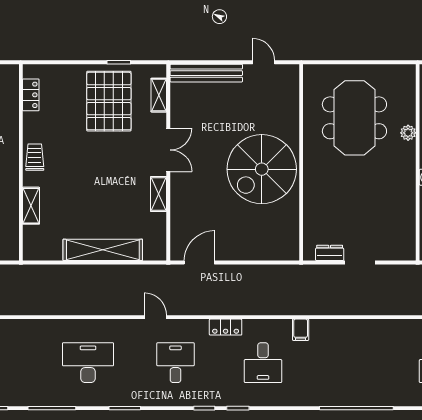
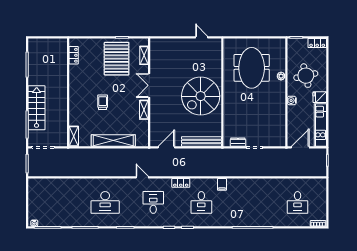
bench: (206, 73) -> (201, 141), moved
double door: (168, 150) -> (149, 85), swing flipped
trolley: (35, 157) -> (103, 102), moved
shelving: (31, 206) -> (74, 136), moved
desk: (88, 363) -> (105, 202), turned 180

